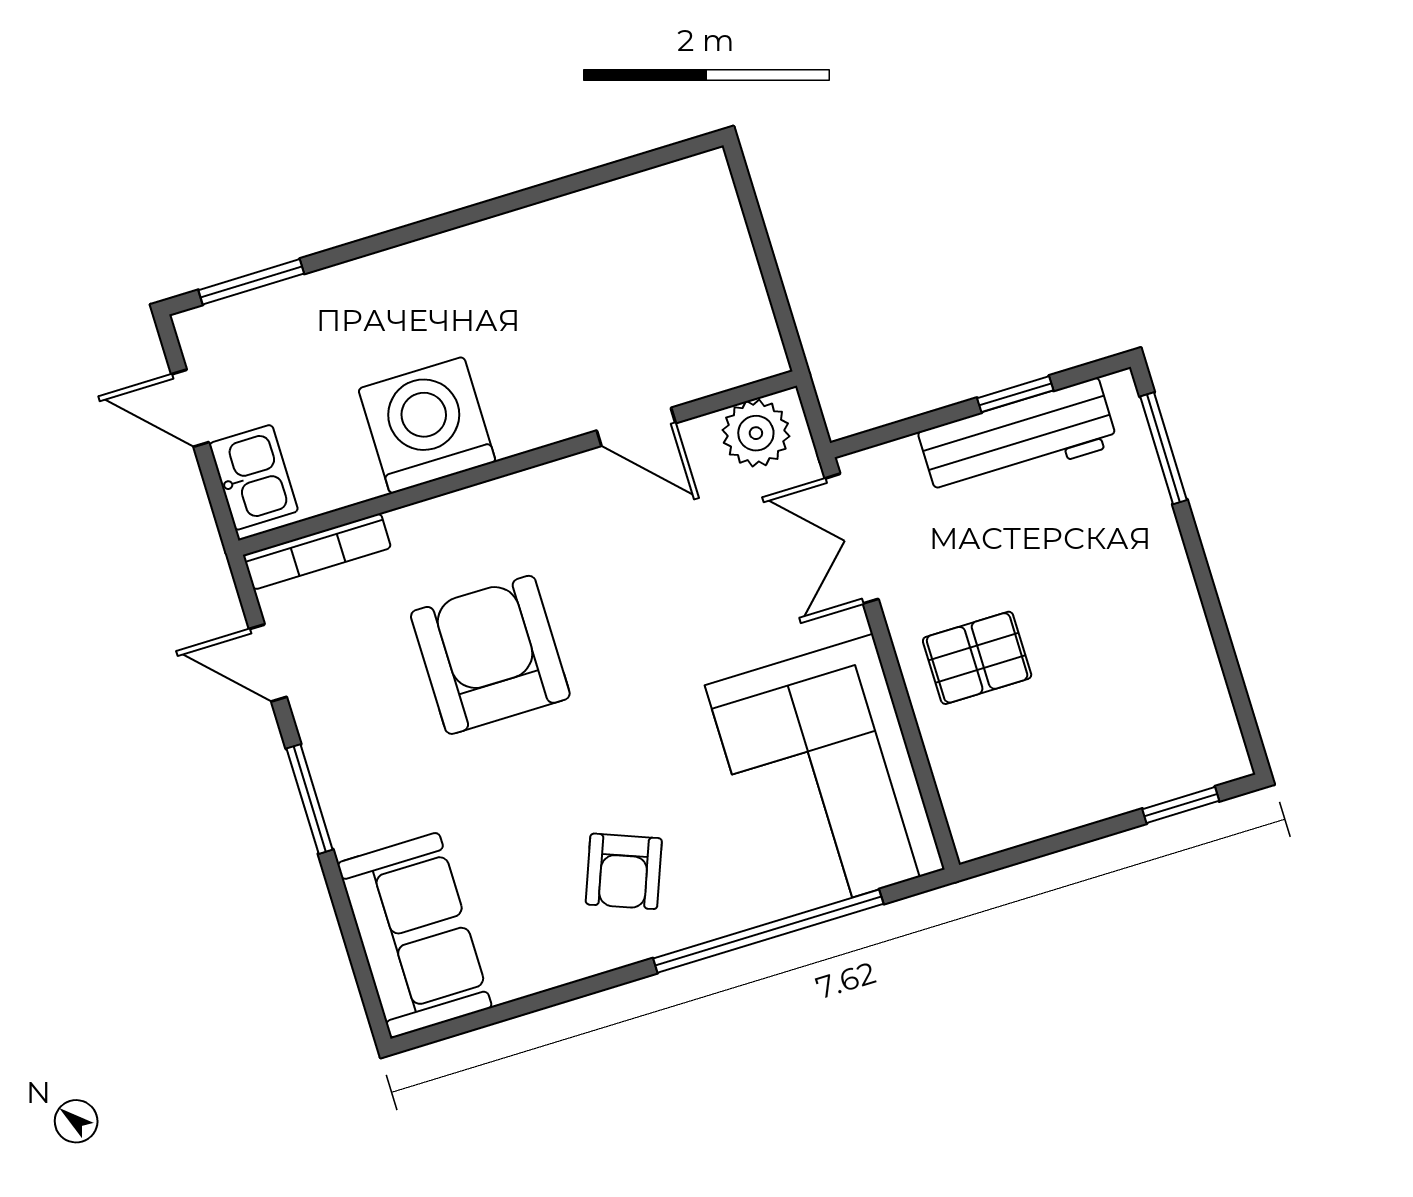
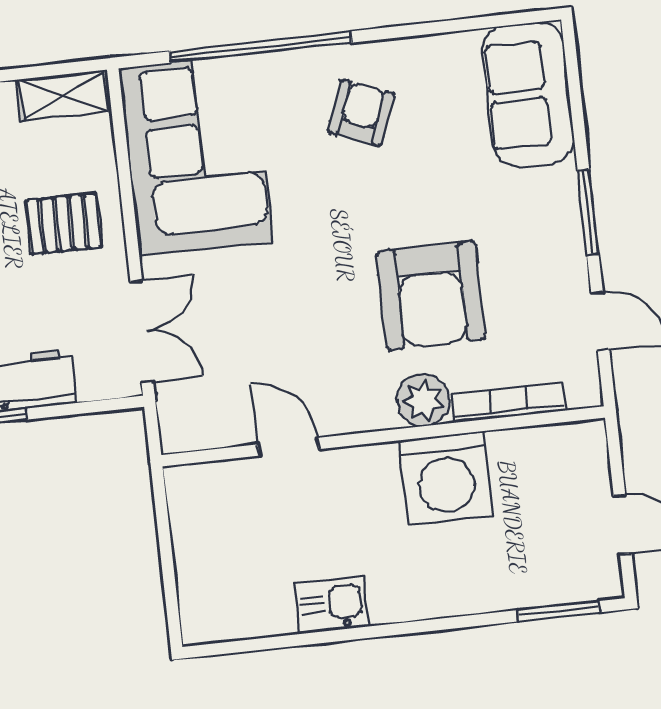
plant: (756, 433) -> (423, 400), moved
kitchen sink: (254, 477) -> (331, 605), moved, turned 90
bookcase: (317, 551) -> (509, 402), moved
shelving: (1008, 822) -> (64, 95), added

